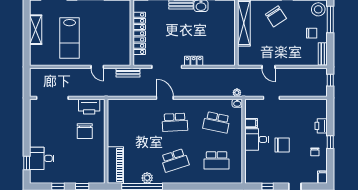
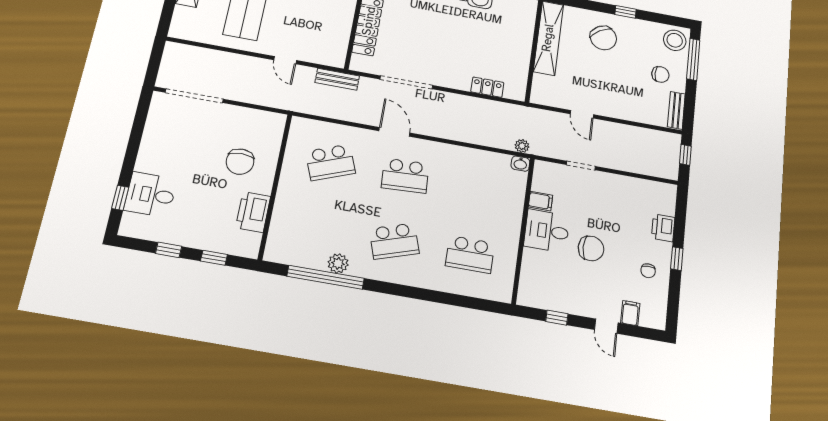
locker: (194, 61) -> (487, 87), moved
printer: (89, 107) -> (253, 212), moved, turned 90
school desk: (217, 122) -> (330, 162), moved, turned -33
piano: (115, 165) -> (284, 230), removed
filing cabinet: (322, 177) -> (630, 313), moved

